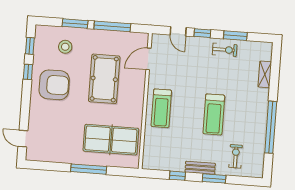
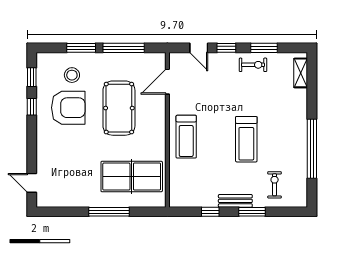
shelving: (265, 74) -> (301, 73), moved
armchair: (54, 85) -> (68, 108), moved

